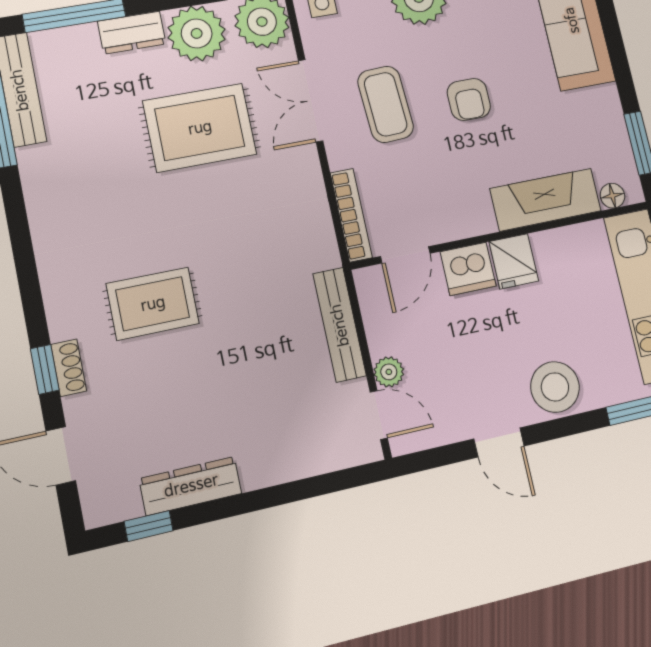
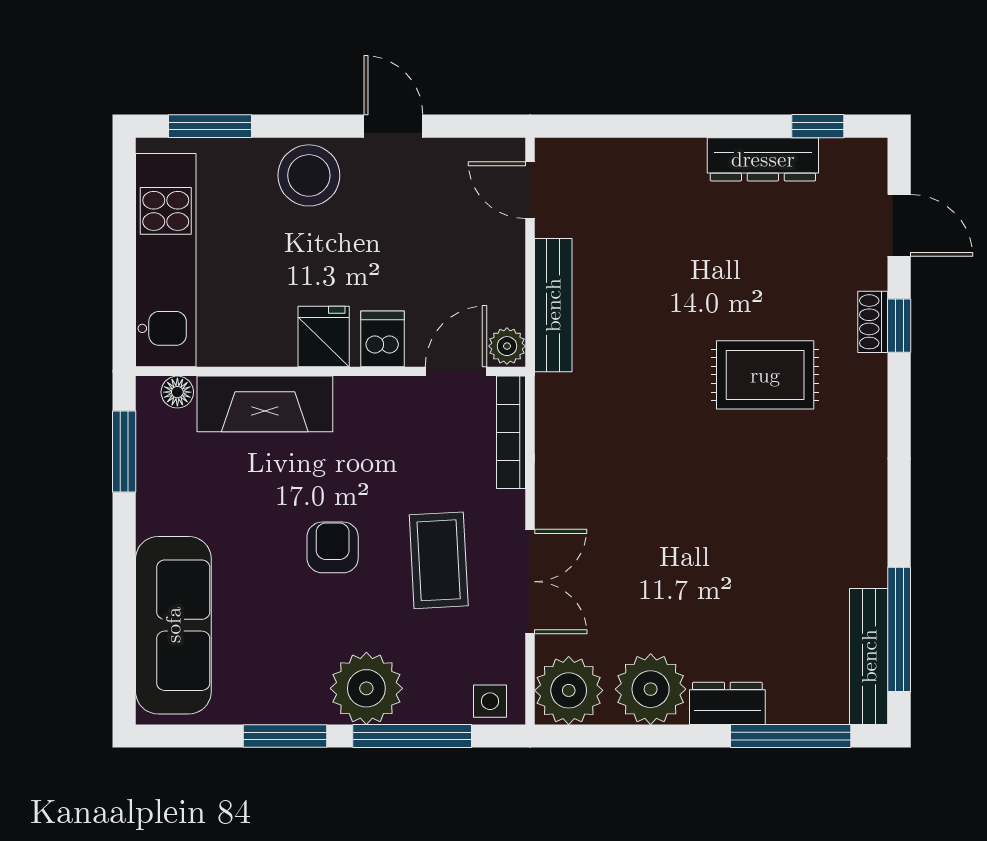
rug: (200, 128) -> (670, 573), removed
dishwasher: (468, 269) -> (383, 339), width x0.73
plant: (389, 372) -> (507, 346), moved

